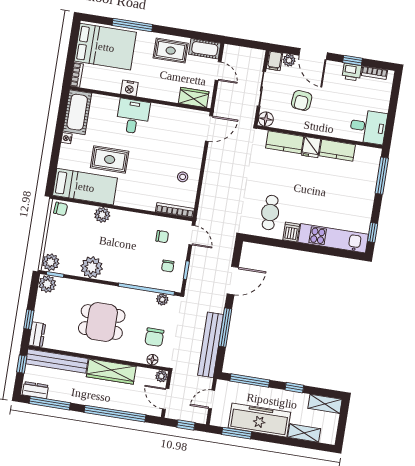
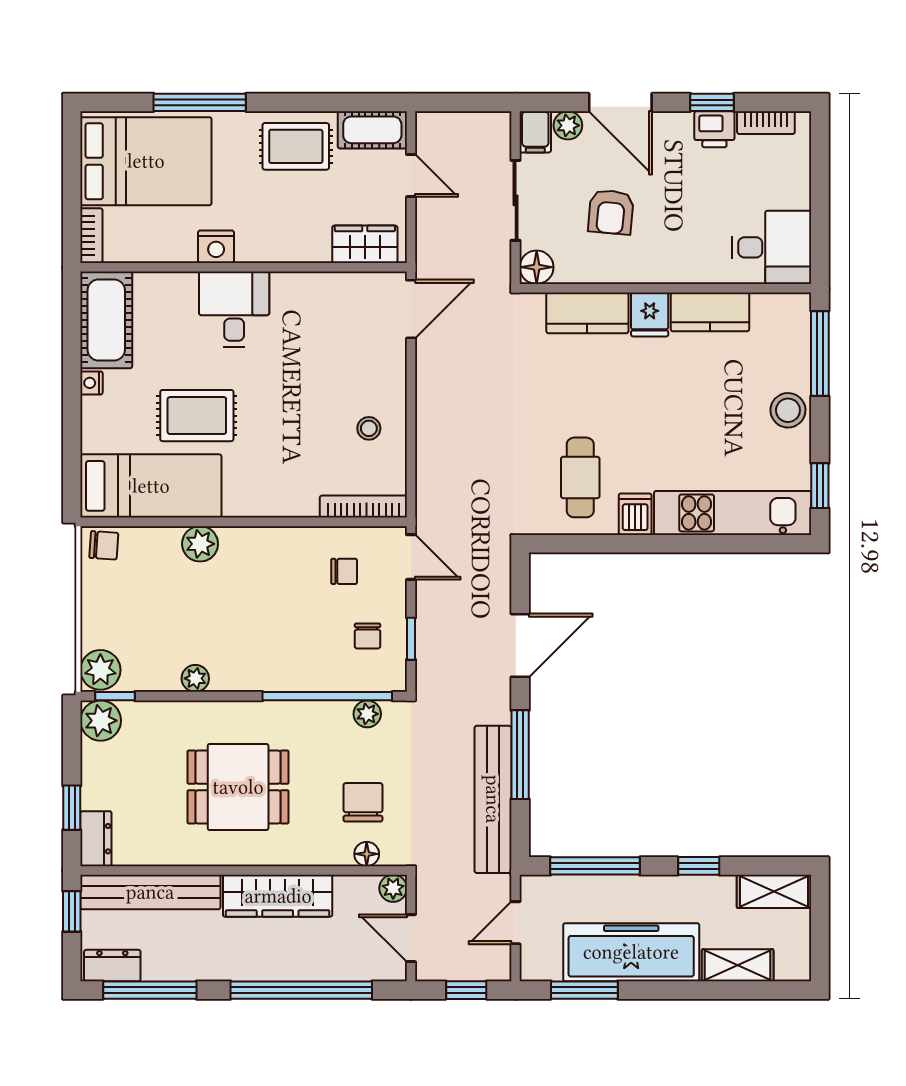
stool: (364, 198) -> (788, 410), added
plant: (92, 267) -> (195, 678), width x0.53, depth x0.53
chair: (154, 337) -> (363, 802), turned 180

